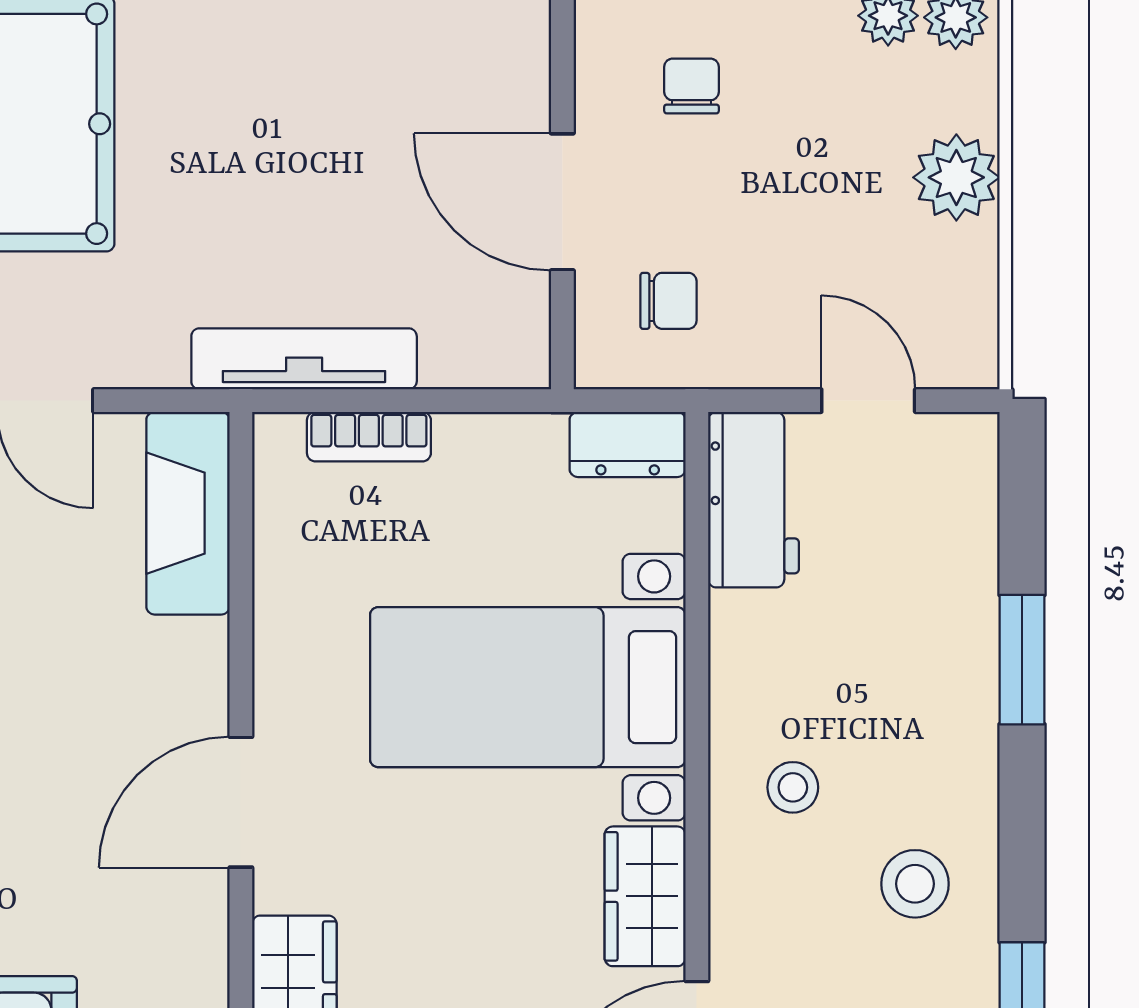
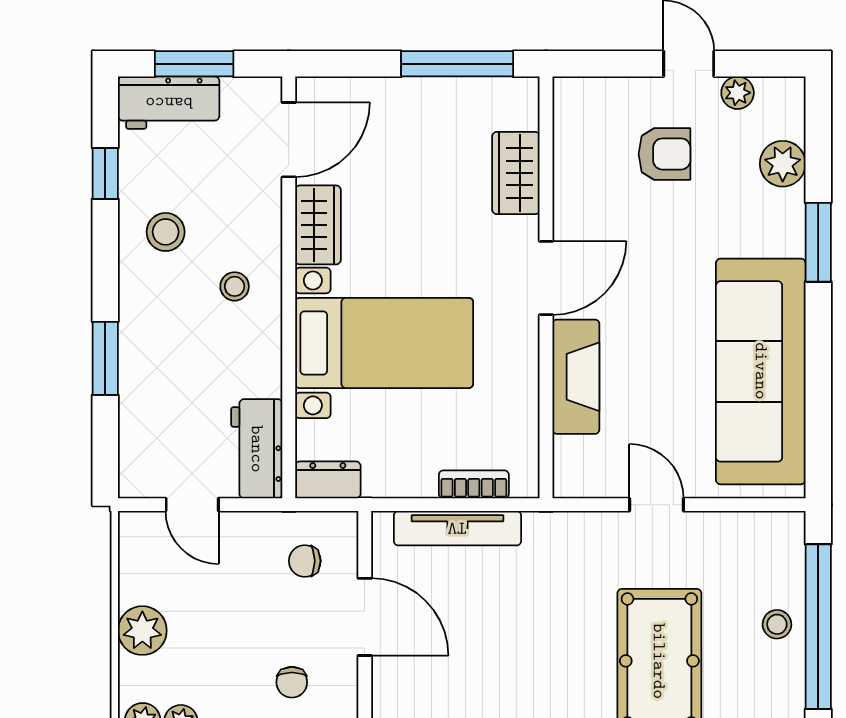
tv unit: (304, 359) -> (457, 528), moved
fireplace: (188, 513) -> (576, 377), moved

